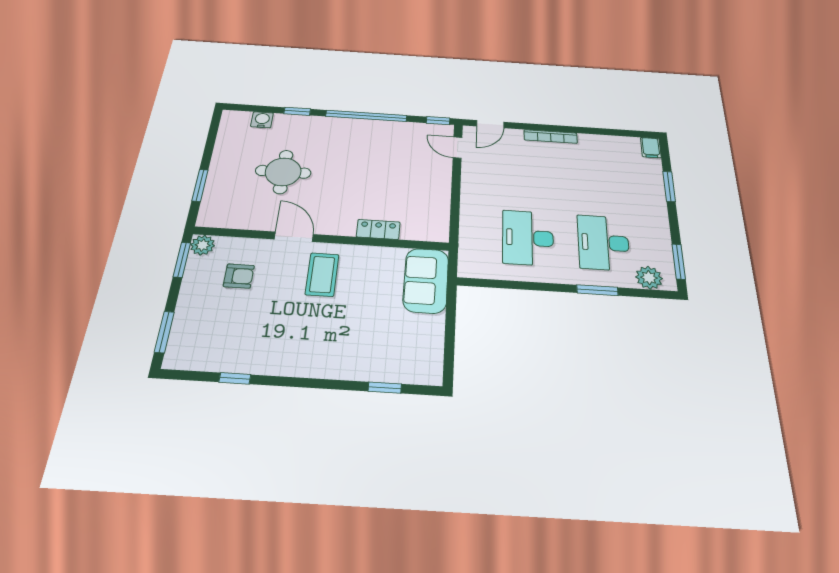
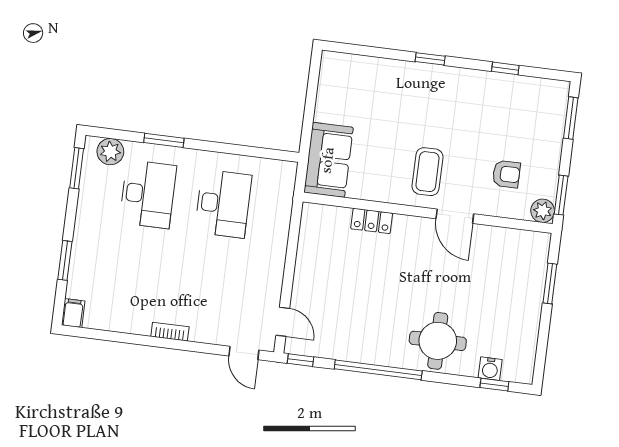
window: (297, 111) -> (494, 385), moved
door: (490, 124) -> (244, 353), swing flipped
bookcase: (551, 137) -> (170, 332), width x0.64
round table: (283, 172) -> (438, 341), moved
armchair: (239, 276) -> (506, 174), turned 180
window: (385, 388) -> (430, 59), moved

